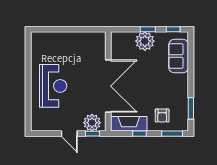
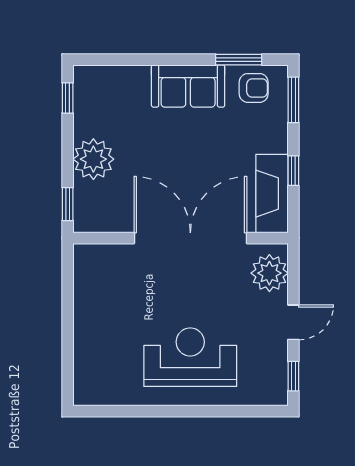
window: (148, 29) -> (68, 204), moved
sofa: (179, 56) -> (188, 86), moved
armchair: (162, 116) -> (254, 88), moved
window: (92, 134) -> (293, 376), moved

